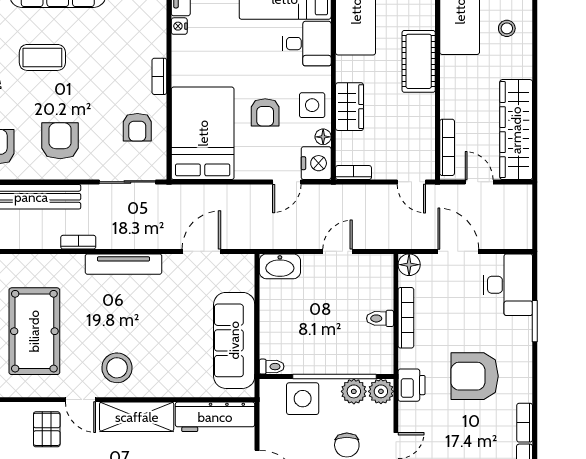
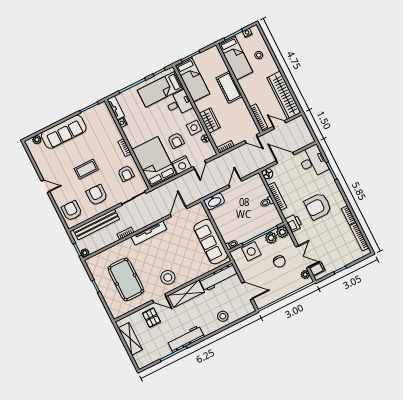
coffee table: (42, 57) -> (86, 169), moved
nightstand: (316, 163) -> (182, 165), moved, turned 90

